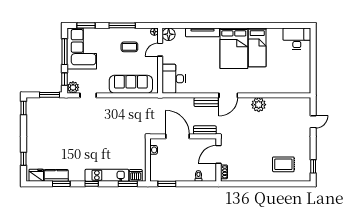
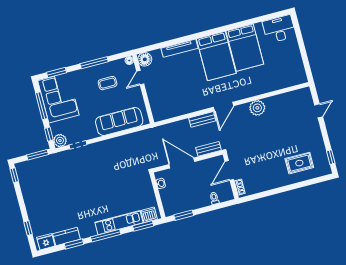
bed: (257, 47) -> (245, 48), width x1.50
desk: (174, 79) -> (162, 104), removed
window: (92, 184) -> (106, 236), width x2.17

